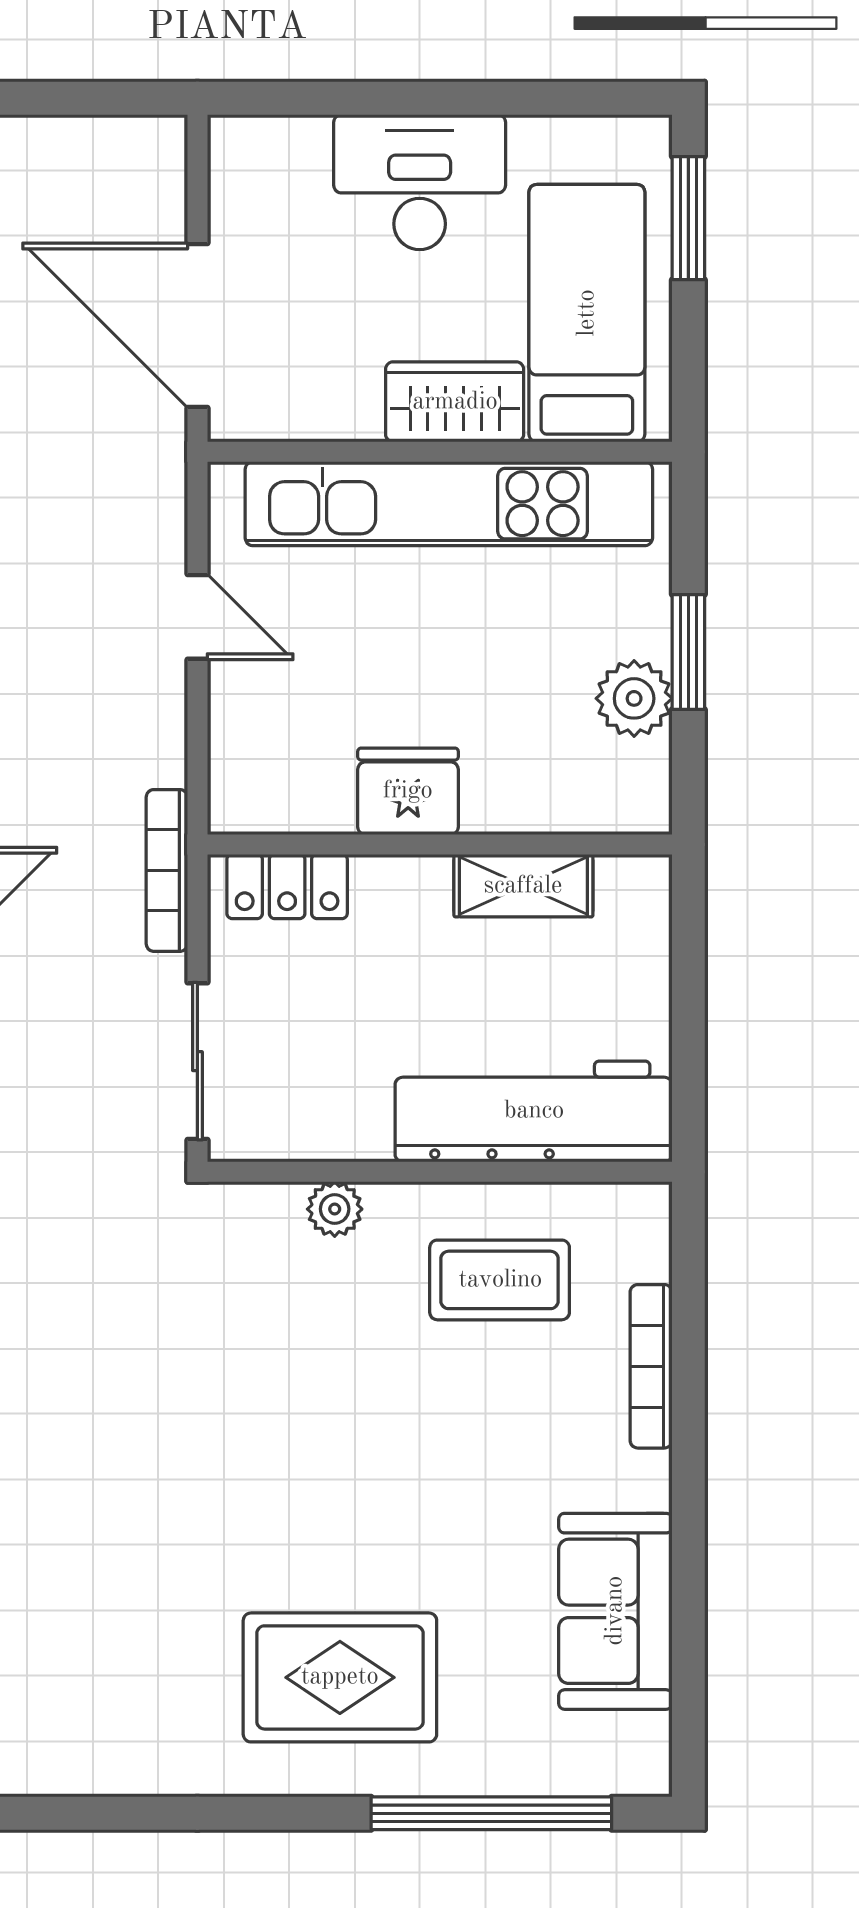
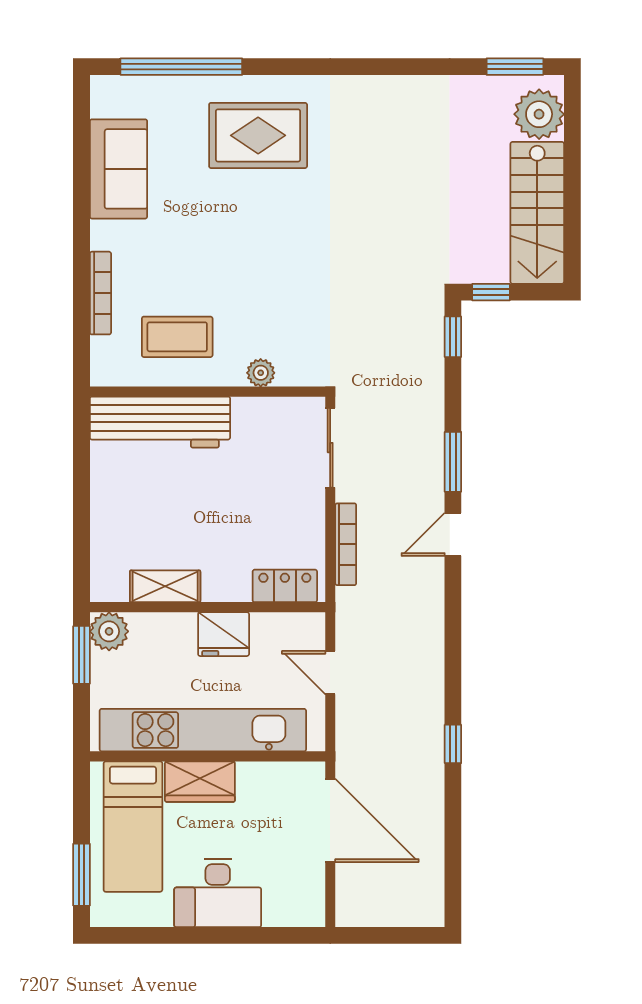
fridge: (408, 791) -> (224, 634), moved
wall: (440, 844) -> (208, 607), moved
locker: (287, 886) -> (285, 586), moved
shelving: (523, 886) -> (165, 586), moved

